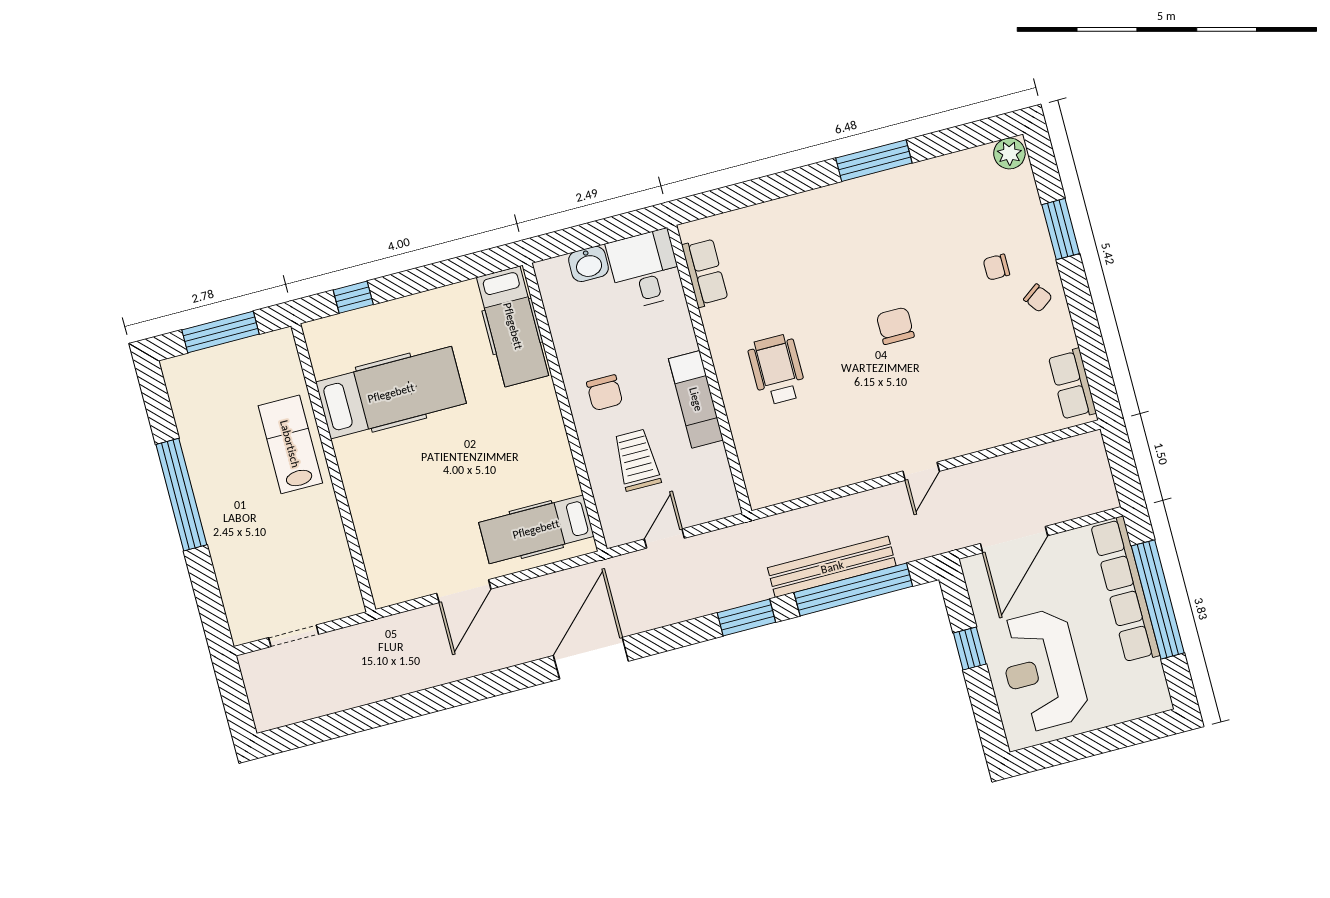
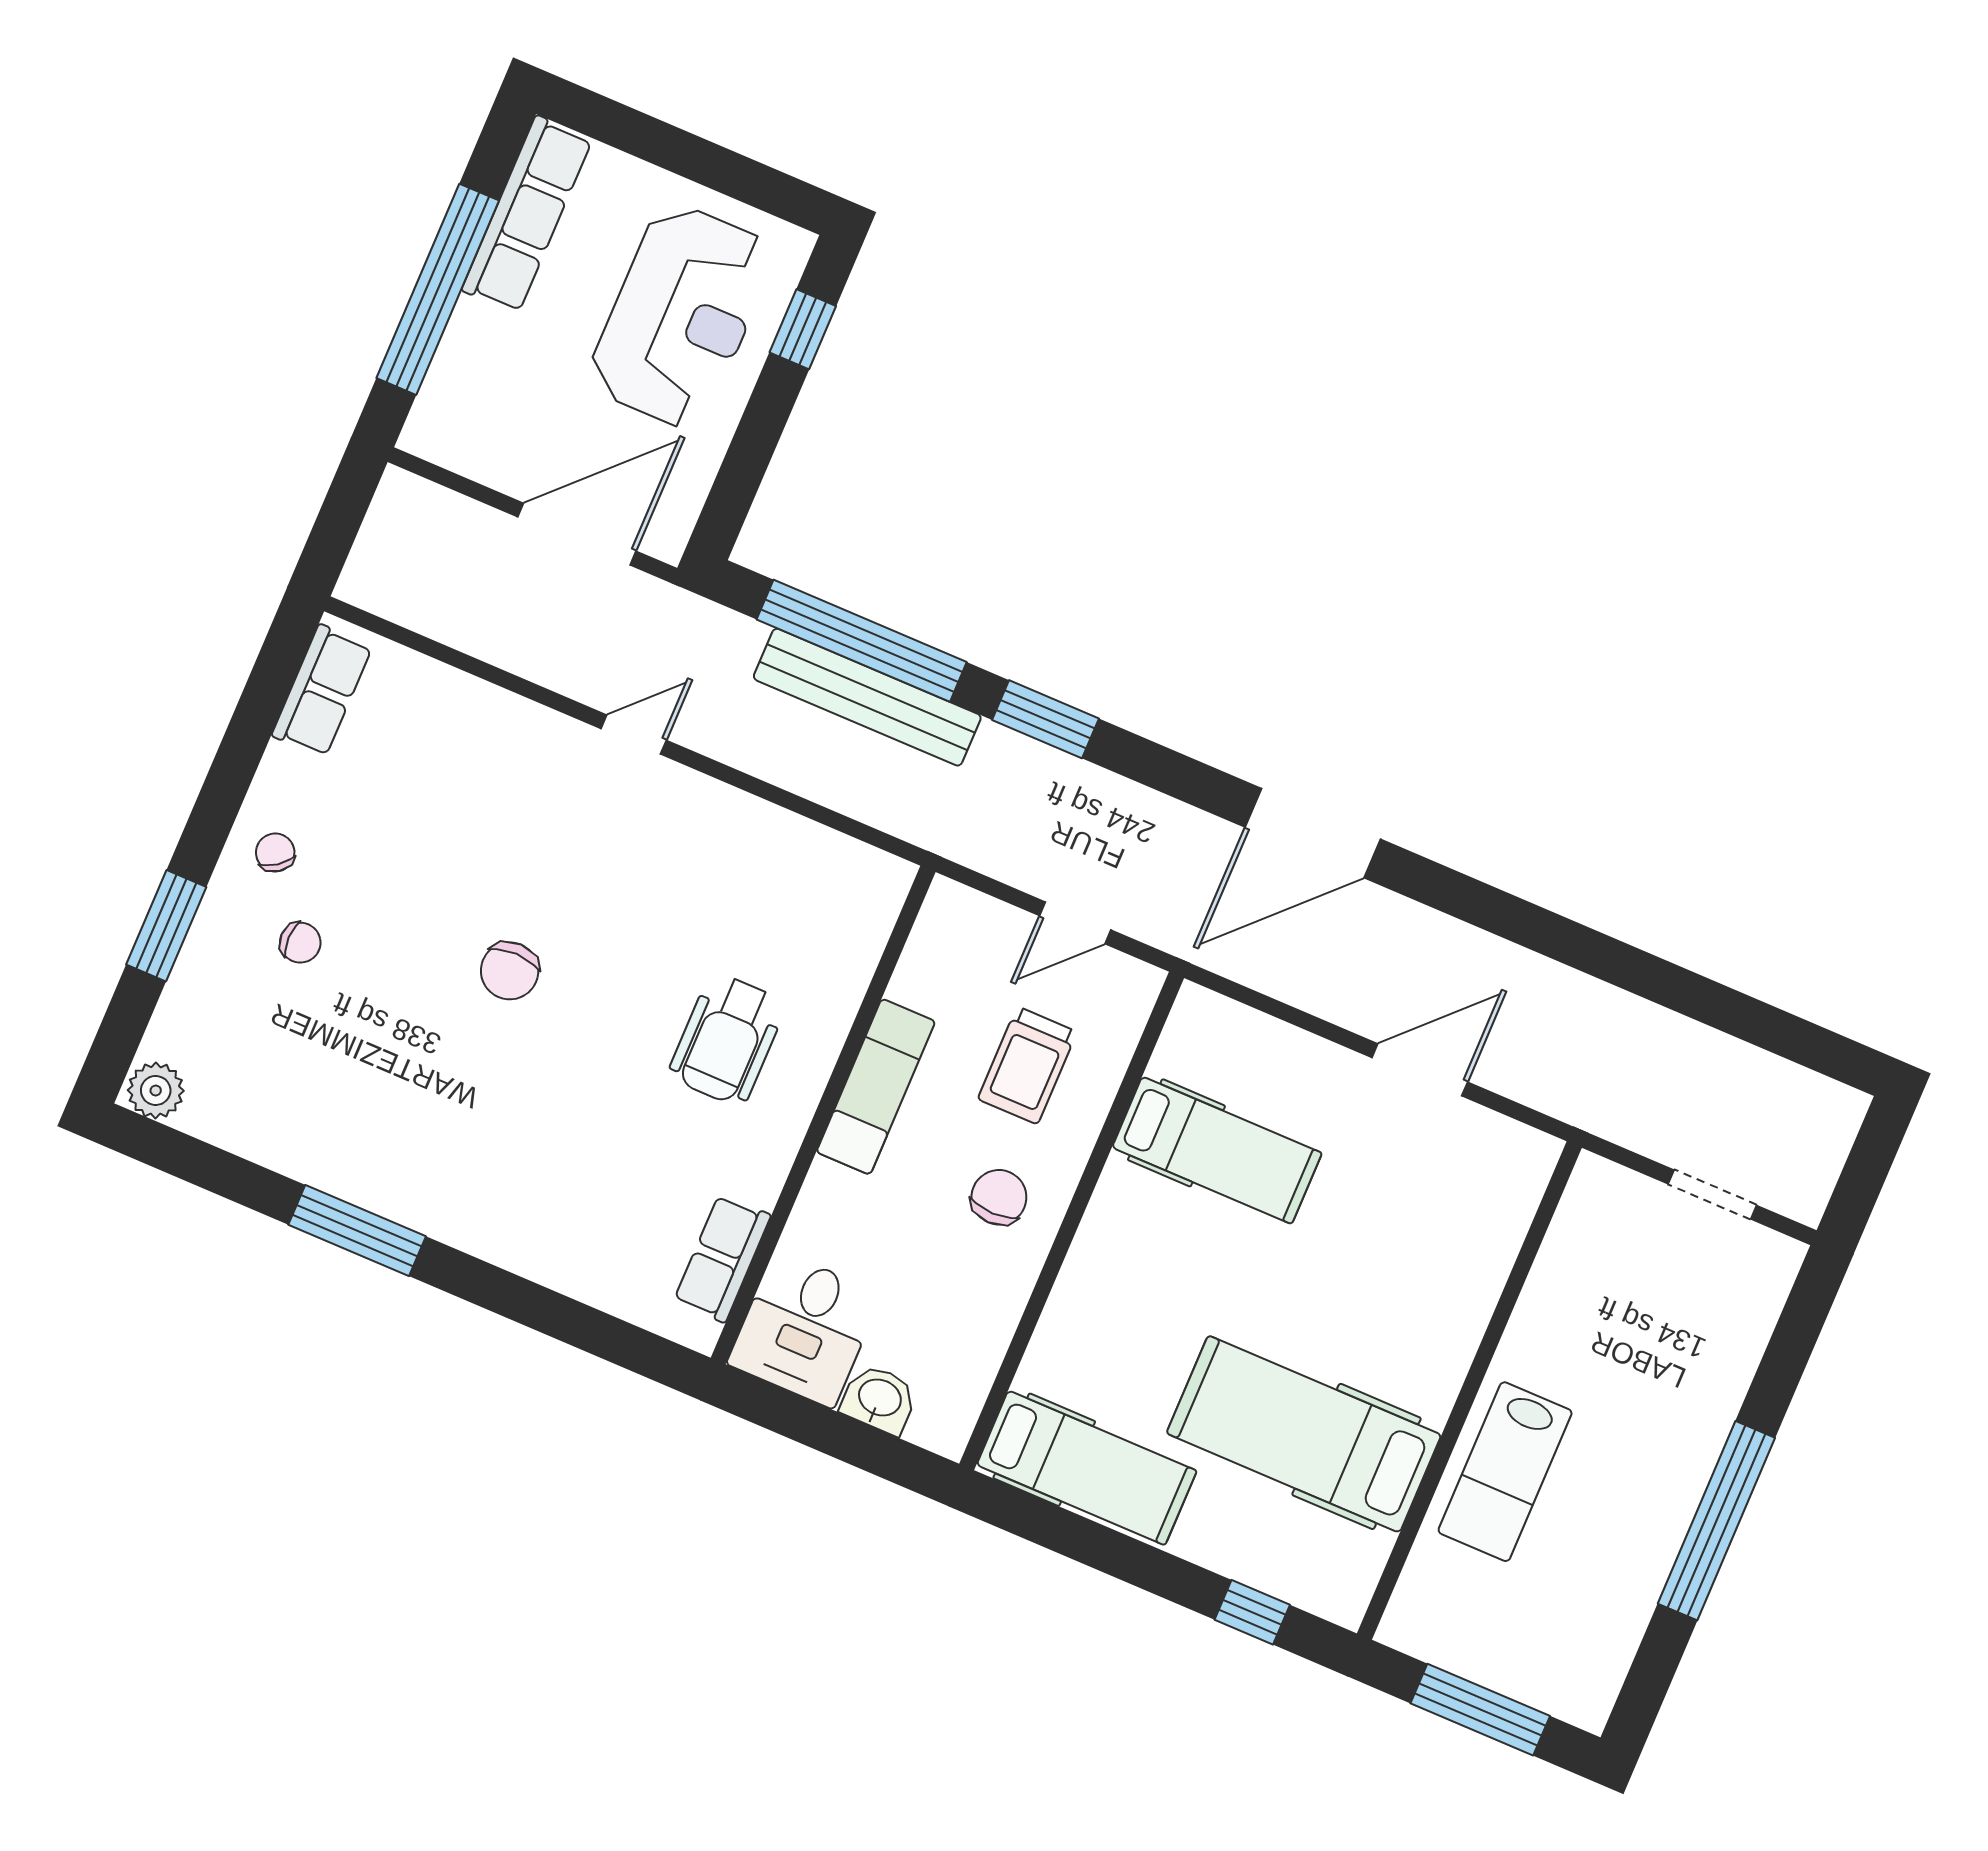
hospital bed: (513, 326) -> (1087, 1468), moved, turned 90
hospital bed: (536, 529) -> (1217, 1150), moved
row of seats: (1125, 590) -> (527, 215), moved, width x0.73
window: (970, 648) -> (803, 329), moved

